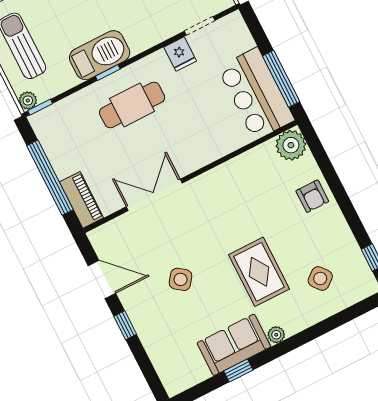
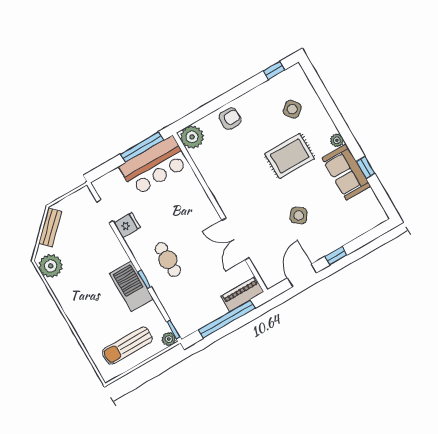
cafe table: (132, 105) -> (168, 260), width x0.73, depth x0.74

